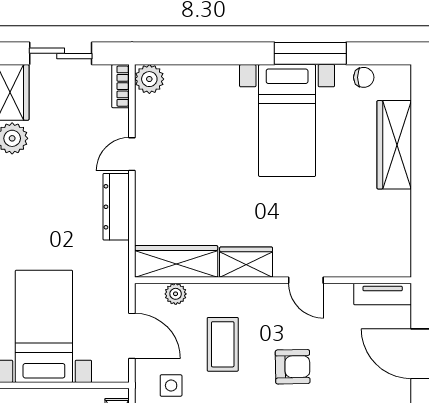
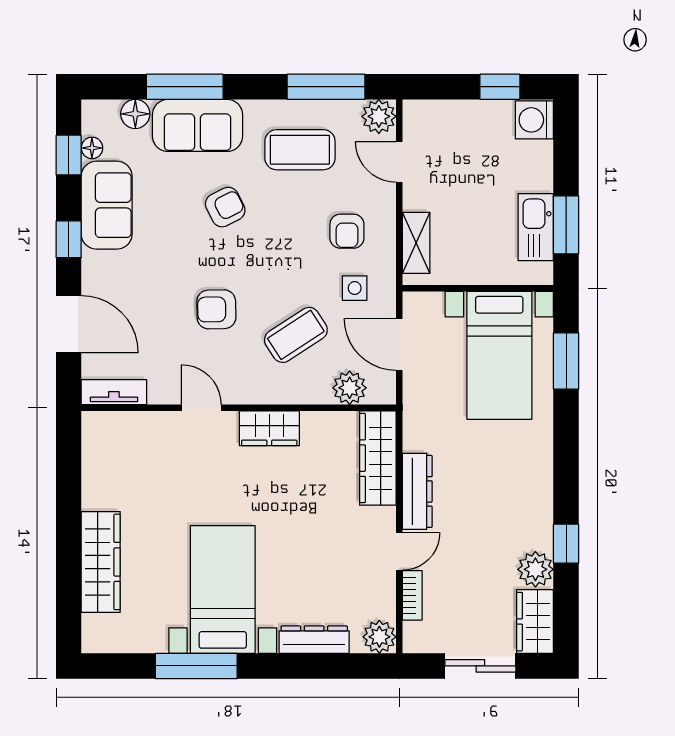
dresser: (207, 77) -> (314, 640), added
chair: (364, 77) -> (135, 639), removed
bookcase: (121, 86) -> (412, 595), moved
wardrobe: (176, 261) -> (378, 458), moved, turned 90
plant: (176, 294) -> (350, 388), width x1.38, depth x1.38
coffee table: (223, 344) -> (296, 335), turned 57

